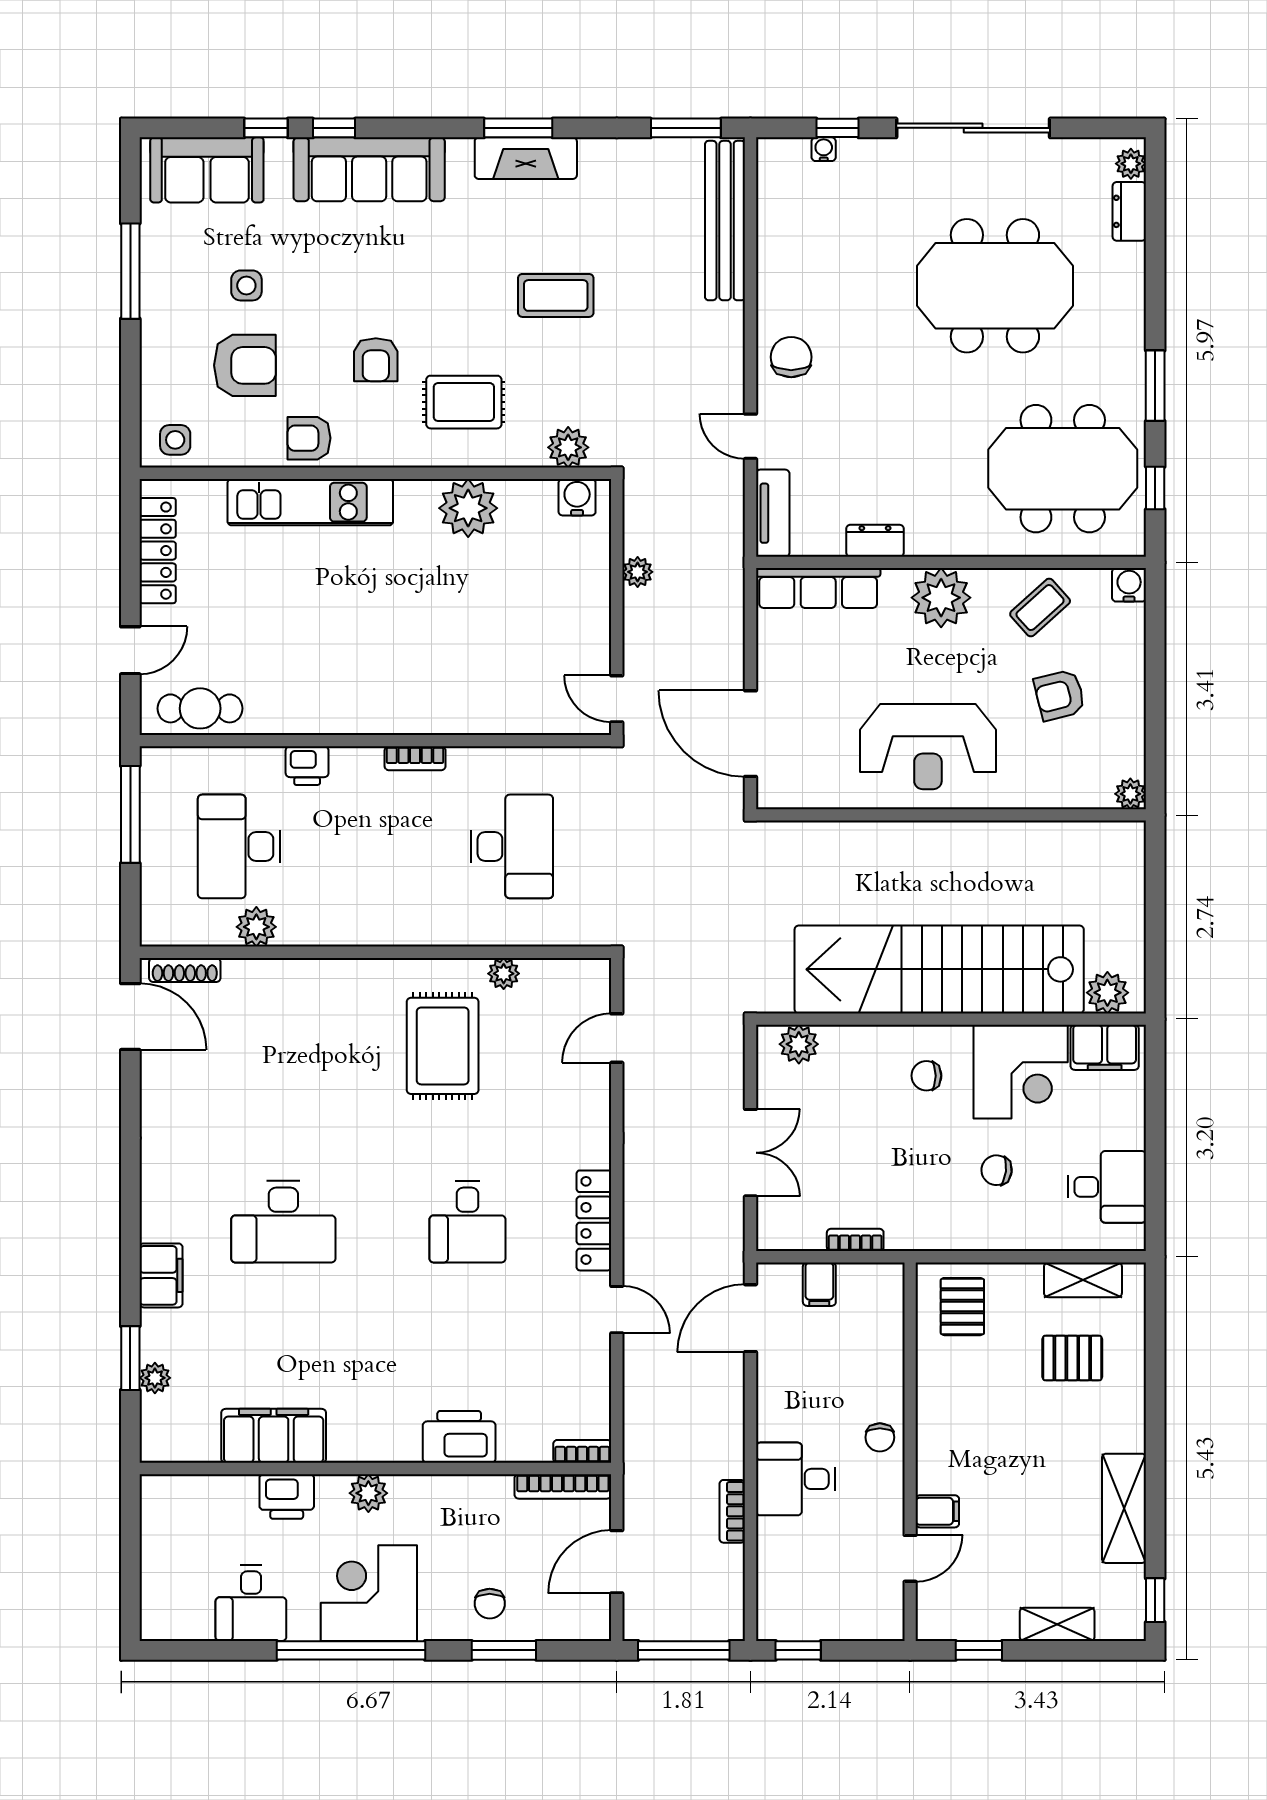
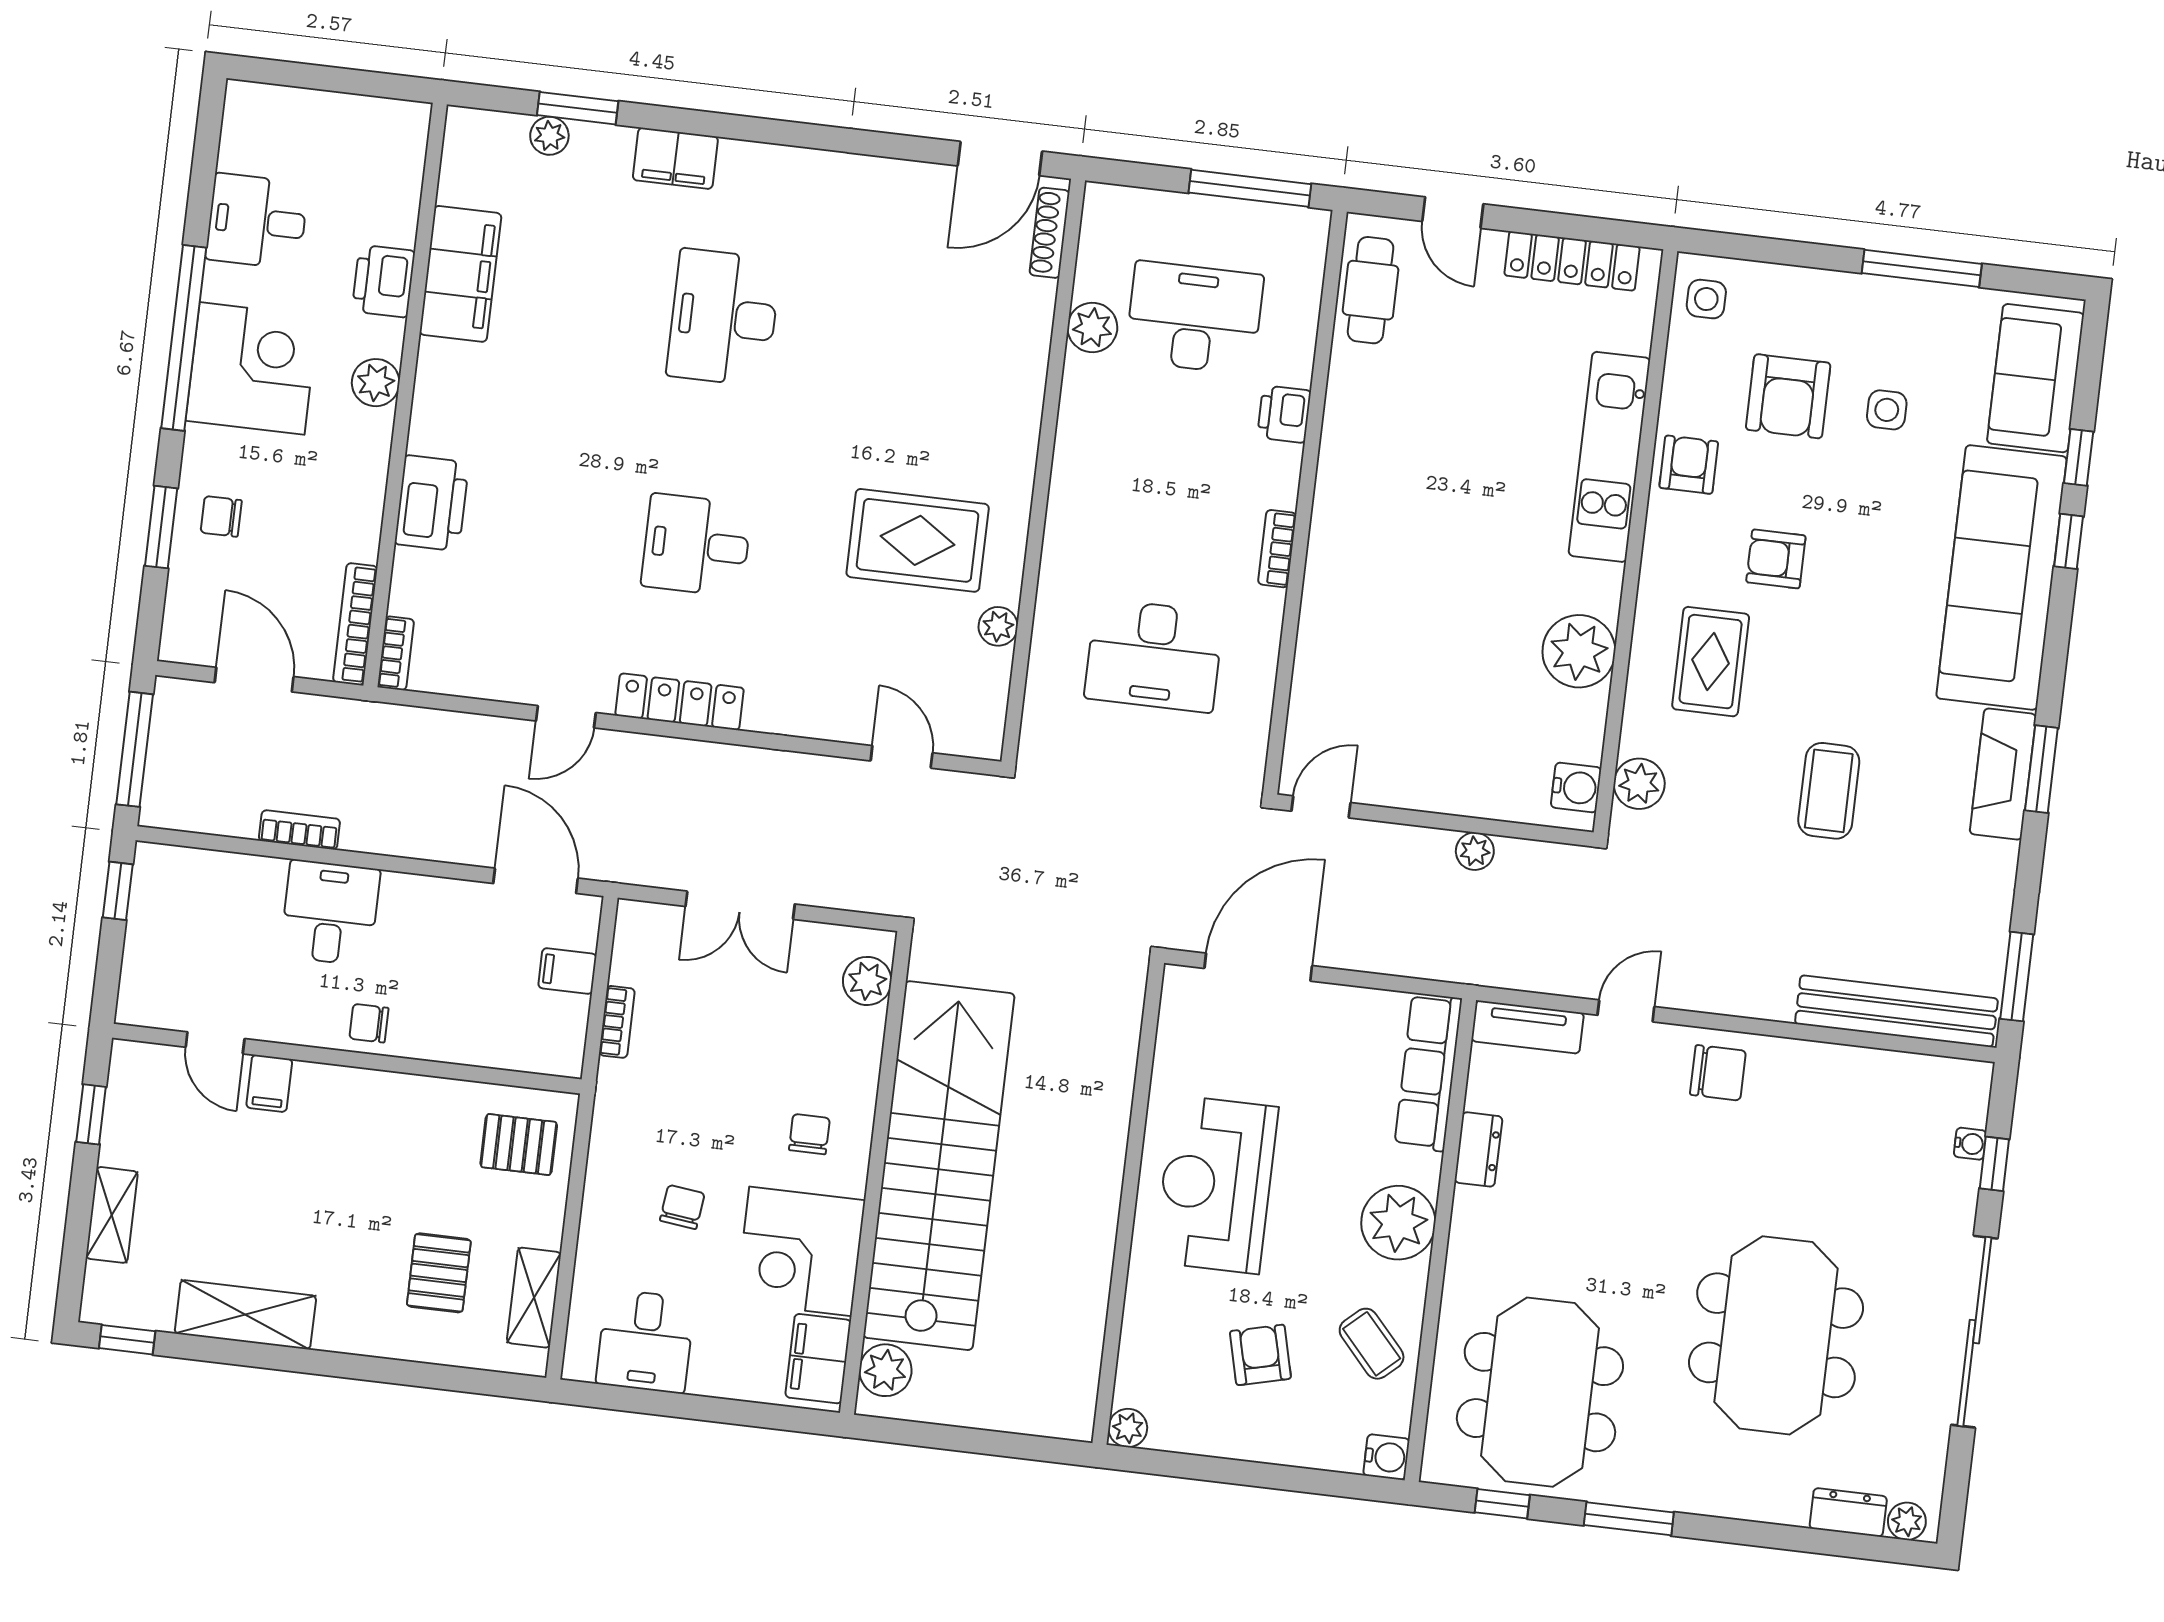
sofa: (369, 169) -> (2002, 577), width x1.36, depth x1.27

